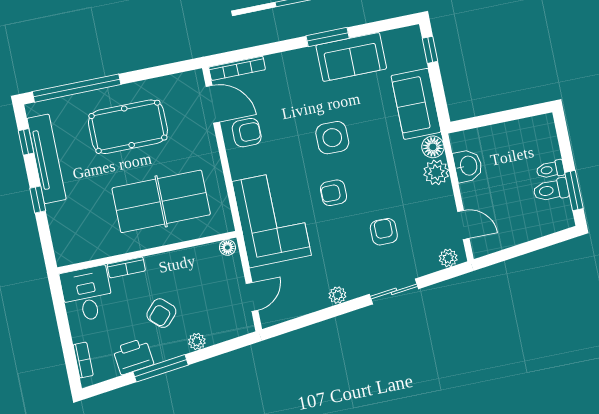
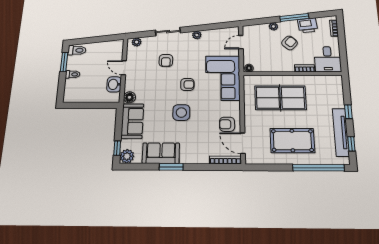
plant: (436, 172) -> (127, 156), moved
toilet: (551, 190) -> (77, 50), moved
door: (463, 225) -> (124, 68), moved

